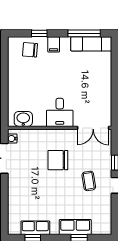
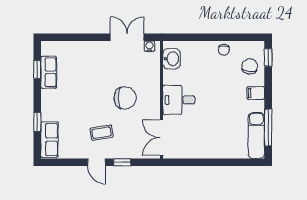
window: (39, 33) -> (268, 57), moved
chair: (15, 73) -> (224, 50), added
chair: (58, 160) -> (125, 98), turned 90
row of seats: (75, 227) -> (50, 140), moved

